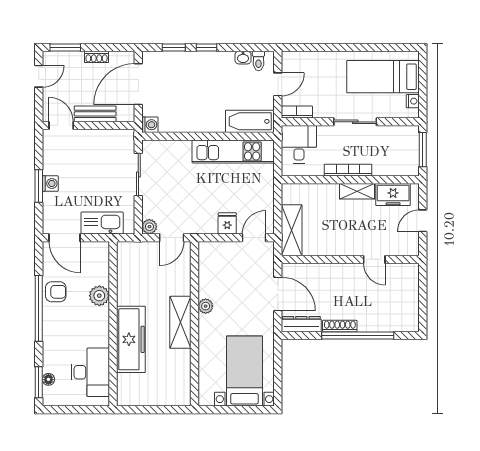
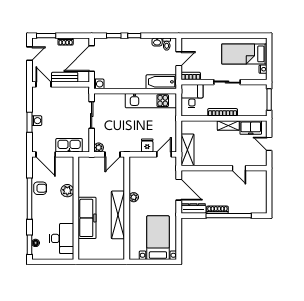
door: (423, 221) -> (269, 144), hinge flipped
shelving: (180, 322) -> (118, 215), width x1.47

